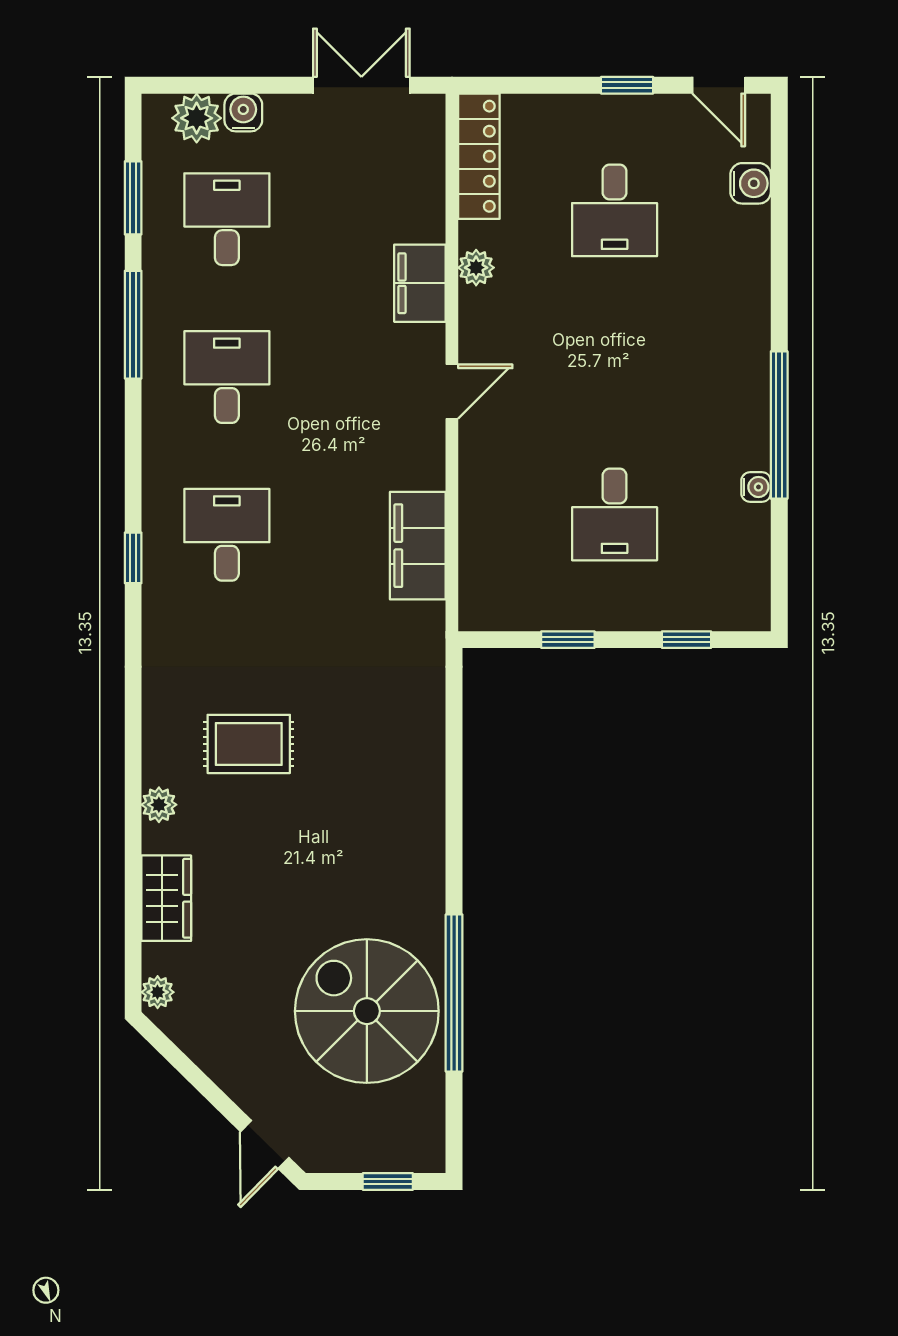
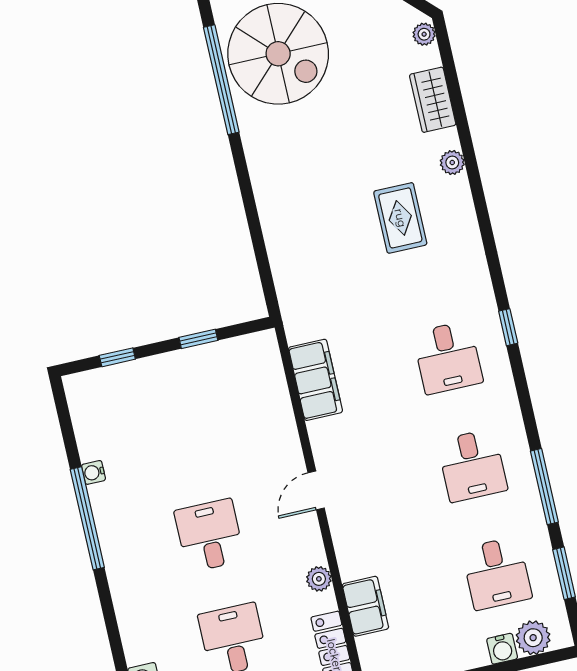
filing cabinet: (420, 283) -> (365, 606), moved
desk: (615, 514) -> (210, 536), moved
rug: (249, 744) -> (400, 218), turned 90

